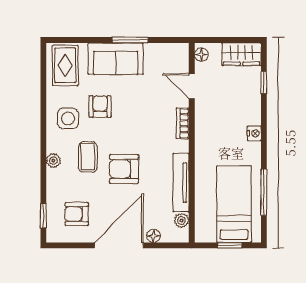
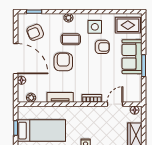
tv unit: (181, 183) -> (60, 97), width x0.71
armchair: (77, 214) -> (35, 32), turned -112

